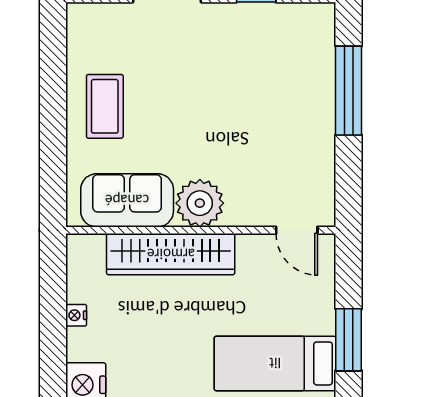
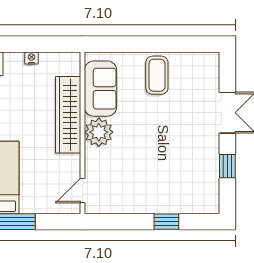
window: (349, 91) -> (166, 222), width x0.46
coffee table: (105, 106) -> (157, 75), turned 90

